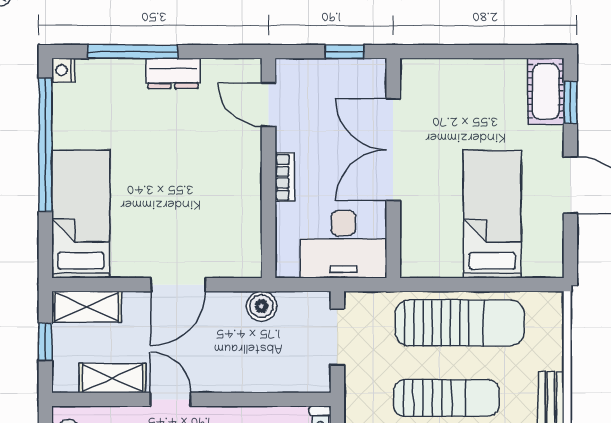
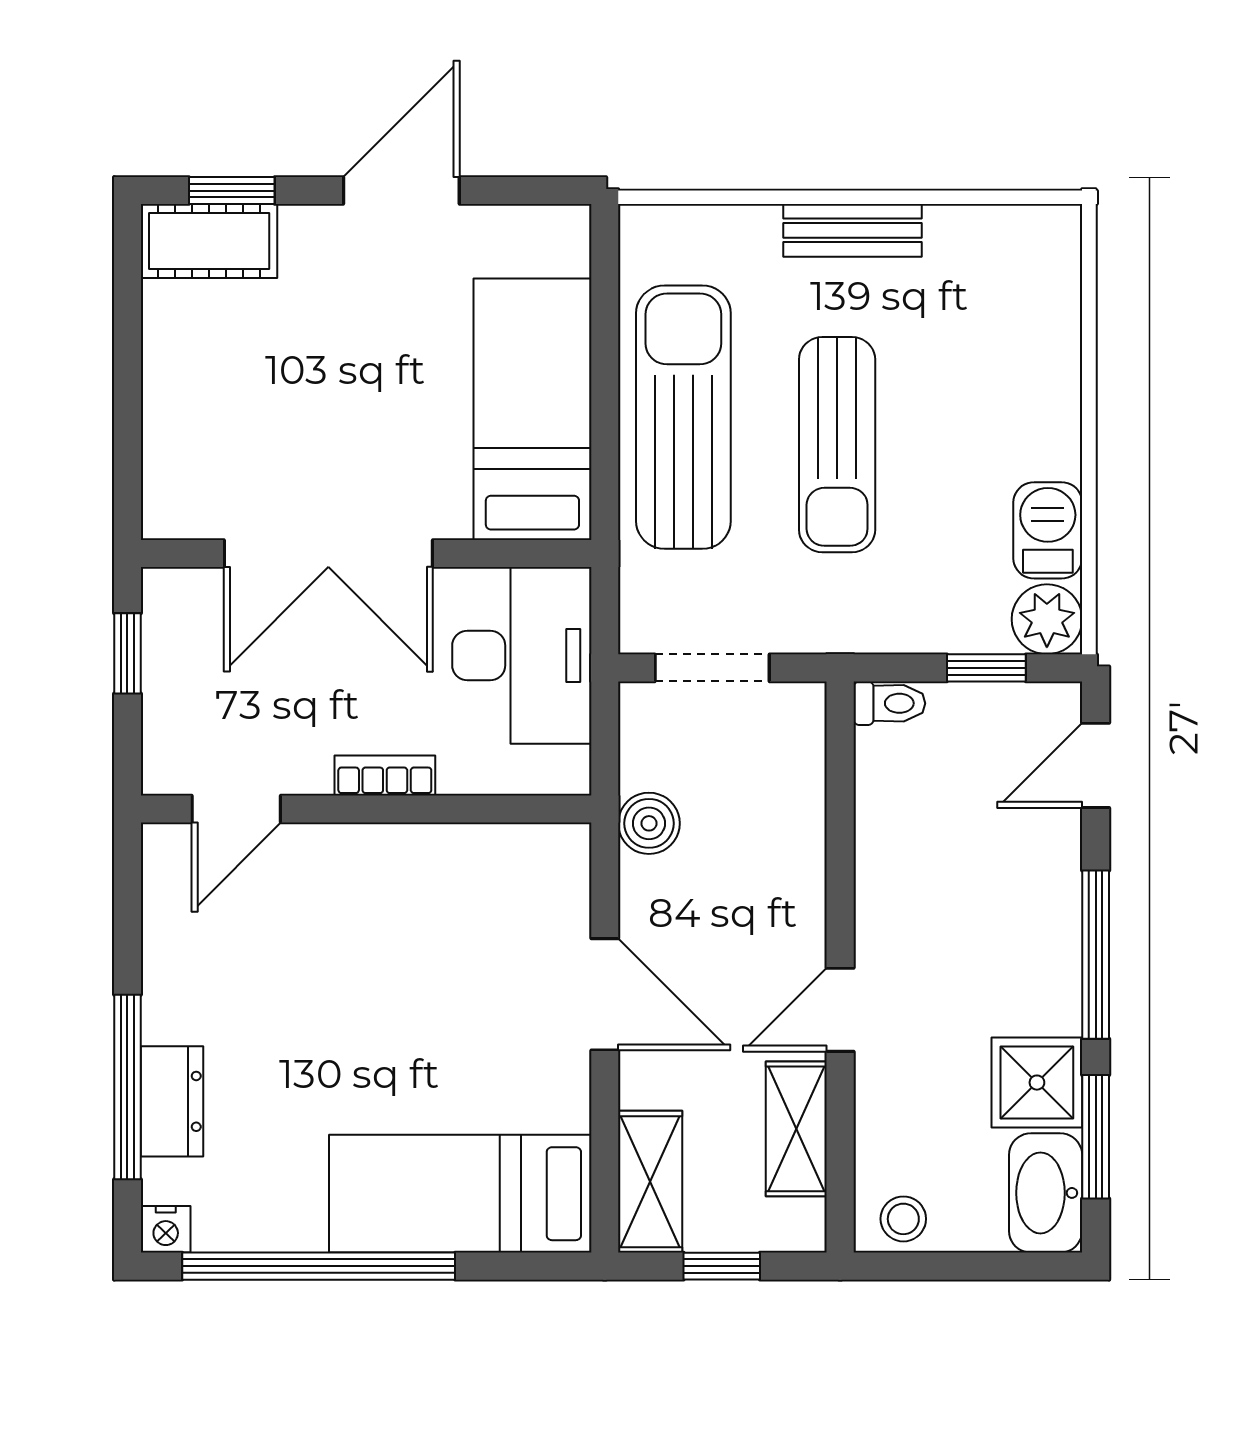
dresser: (173, 73) -> (172, 1101), moved
bed: (492, 214) -> (532, 409), moved, turned 90
sun lounger: (446, 398) -> (837, 445), turned 180

